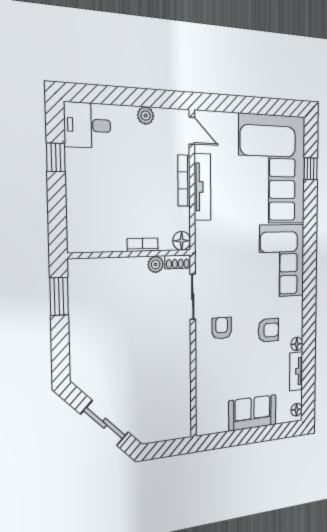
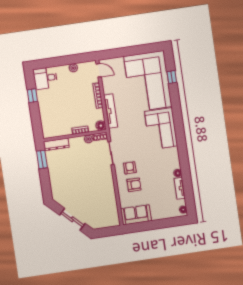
tv unit: (202, 187) -> (111, 111), moved
dresser: (92, 268) -> (56, 144), added
armchair: (268, 330) -> (134, 185), moved
sofa: (253, 413) -> (136, 215), moved

